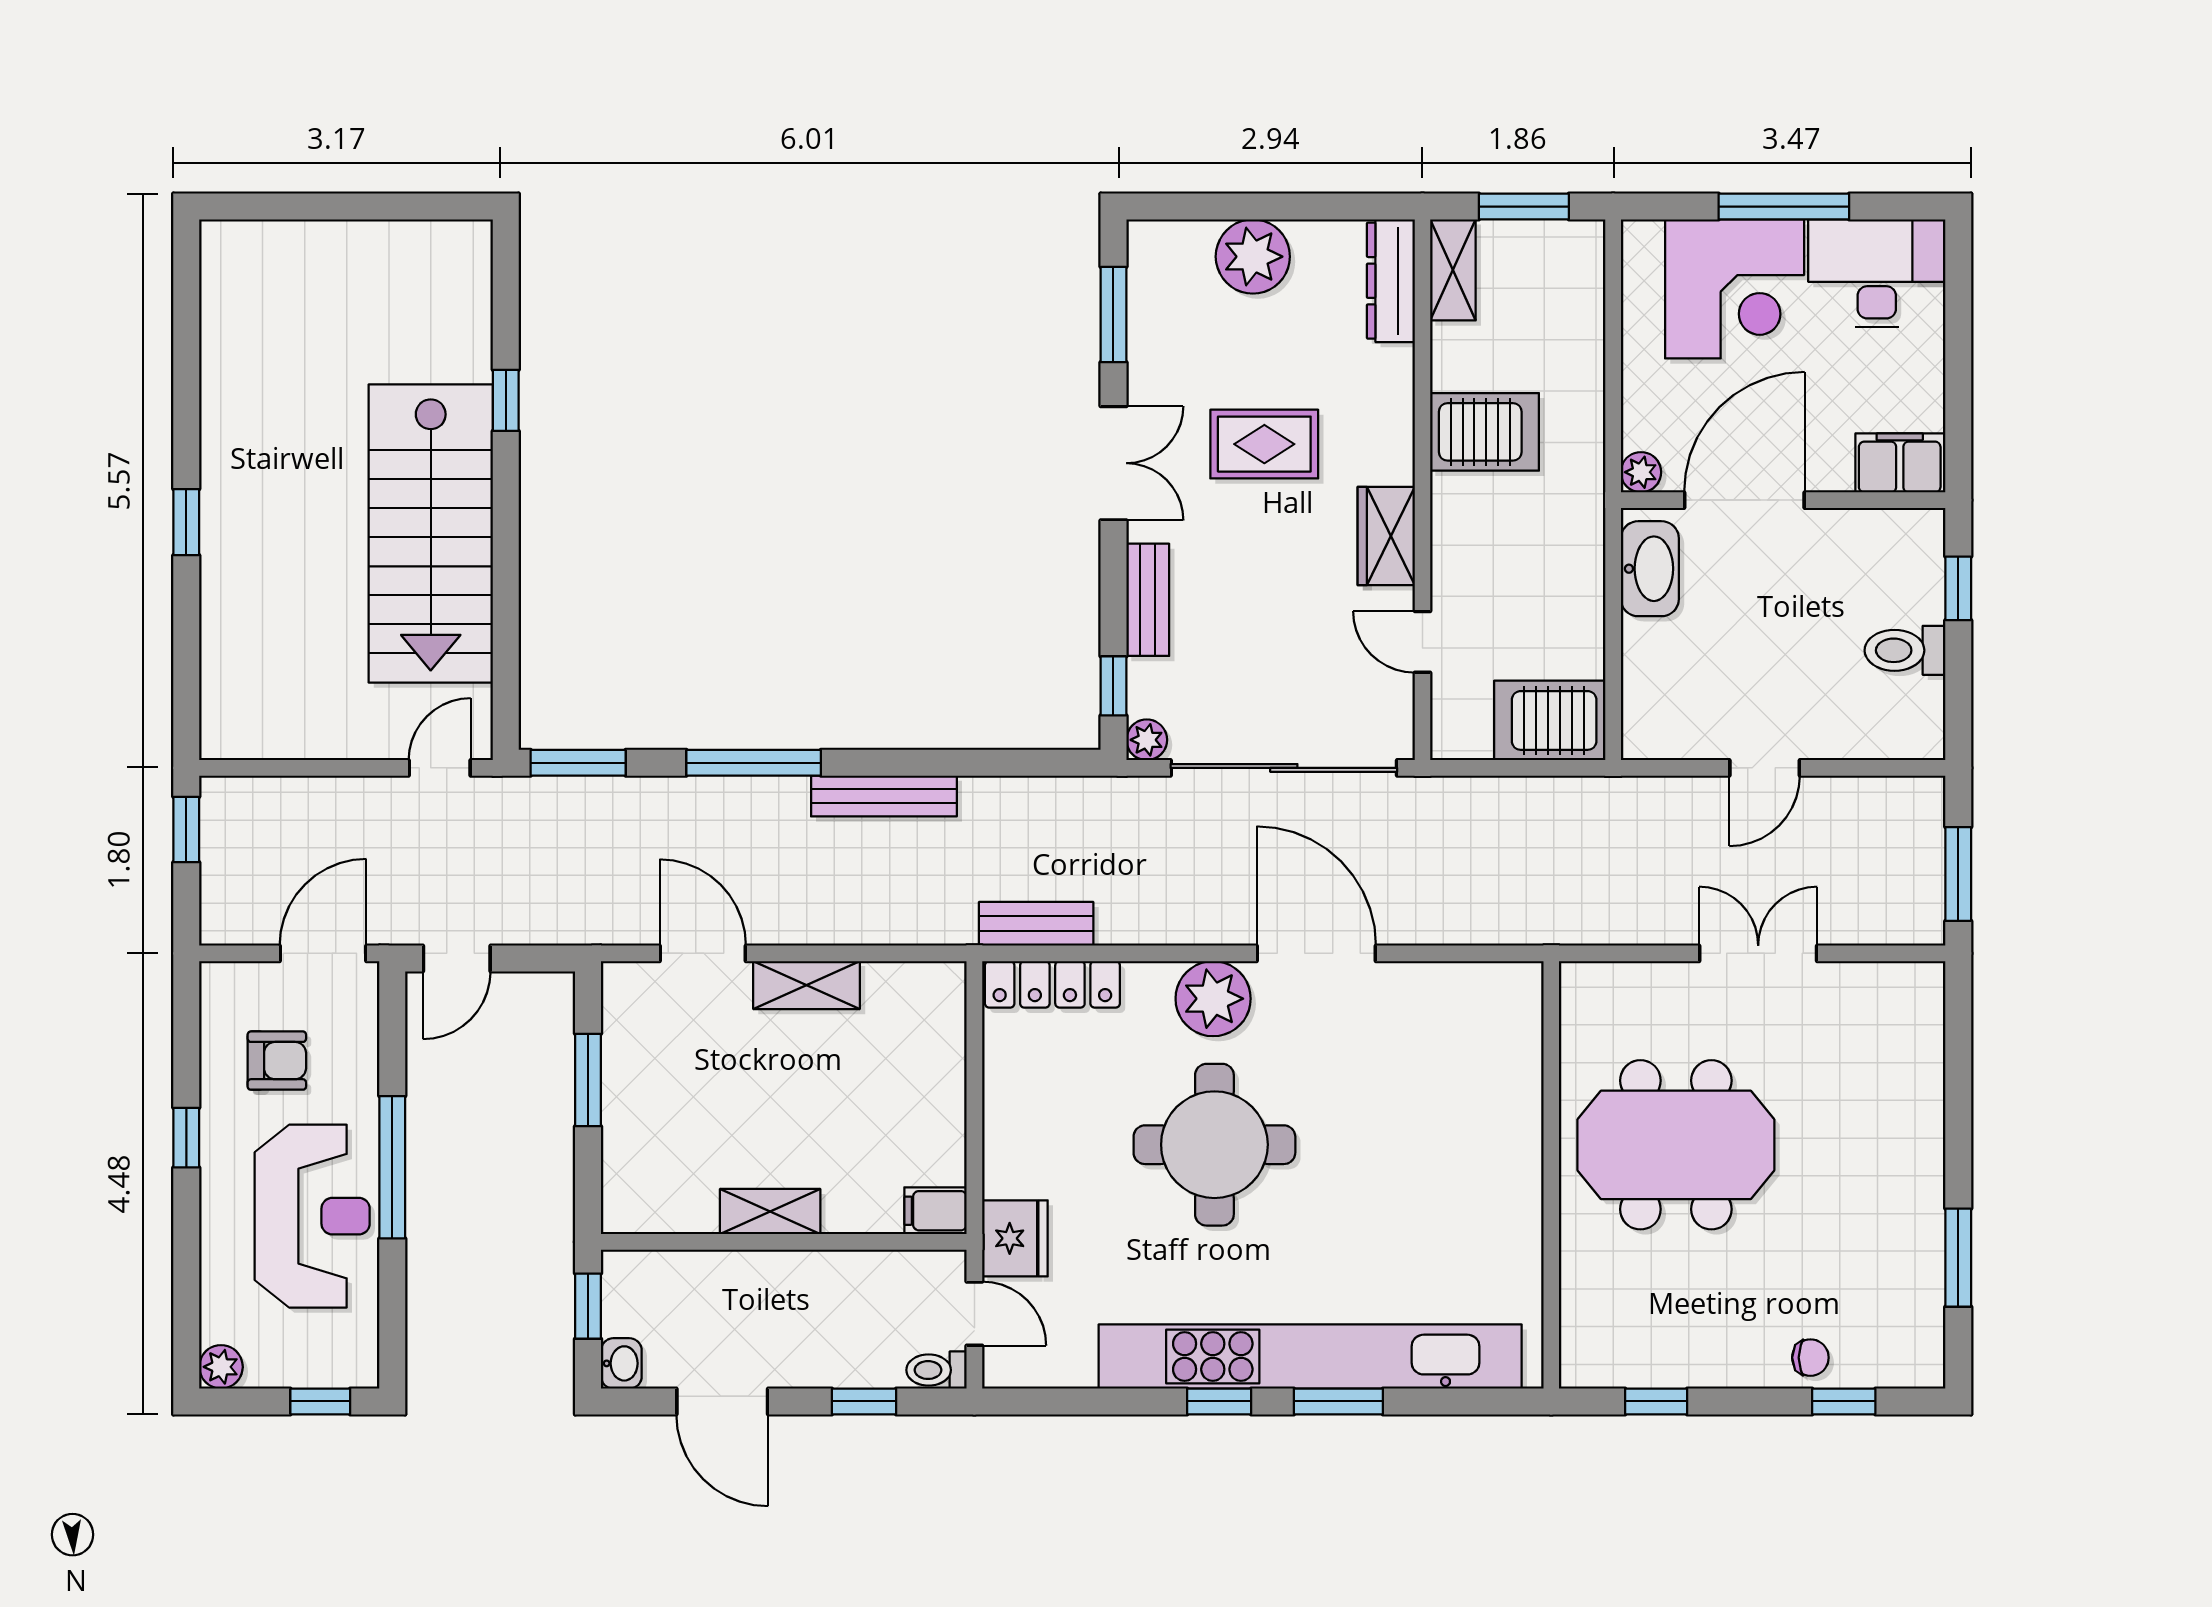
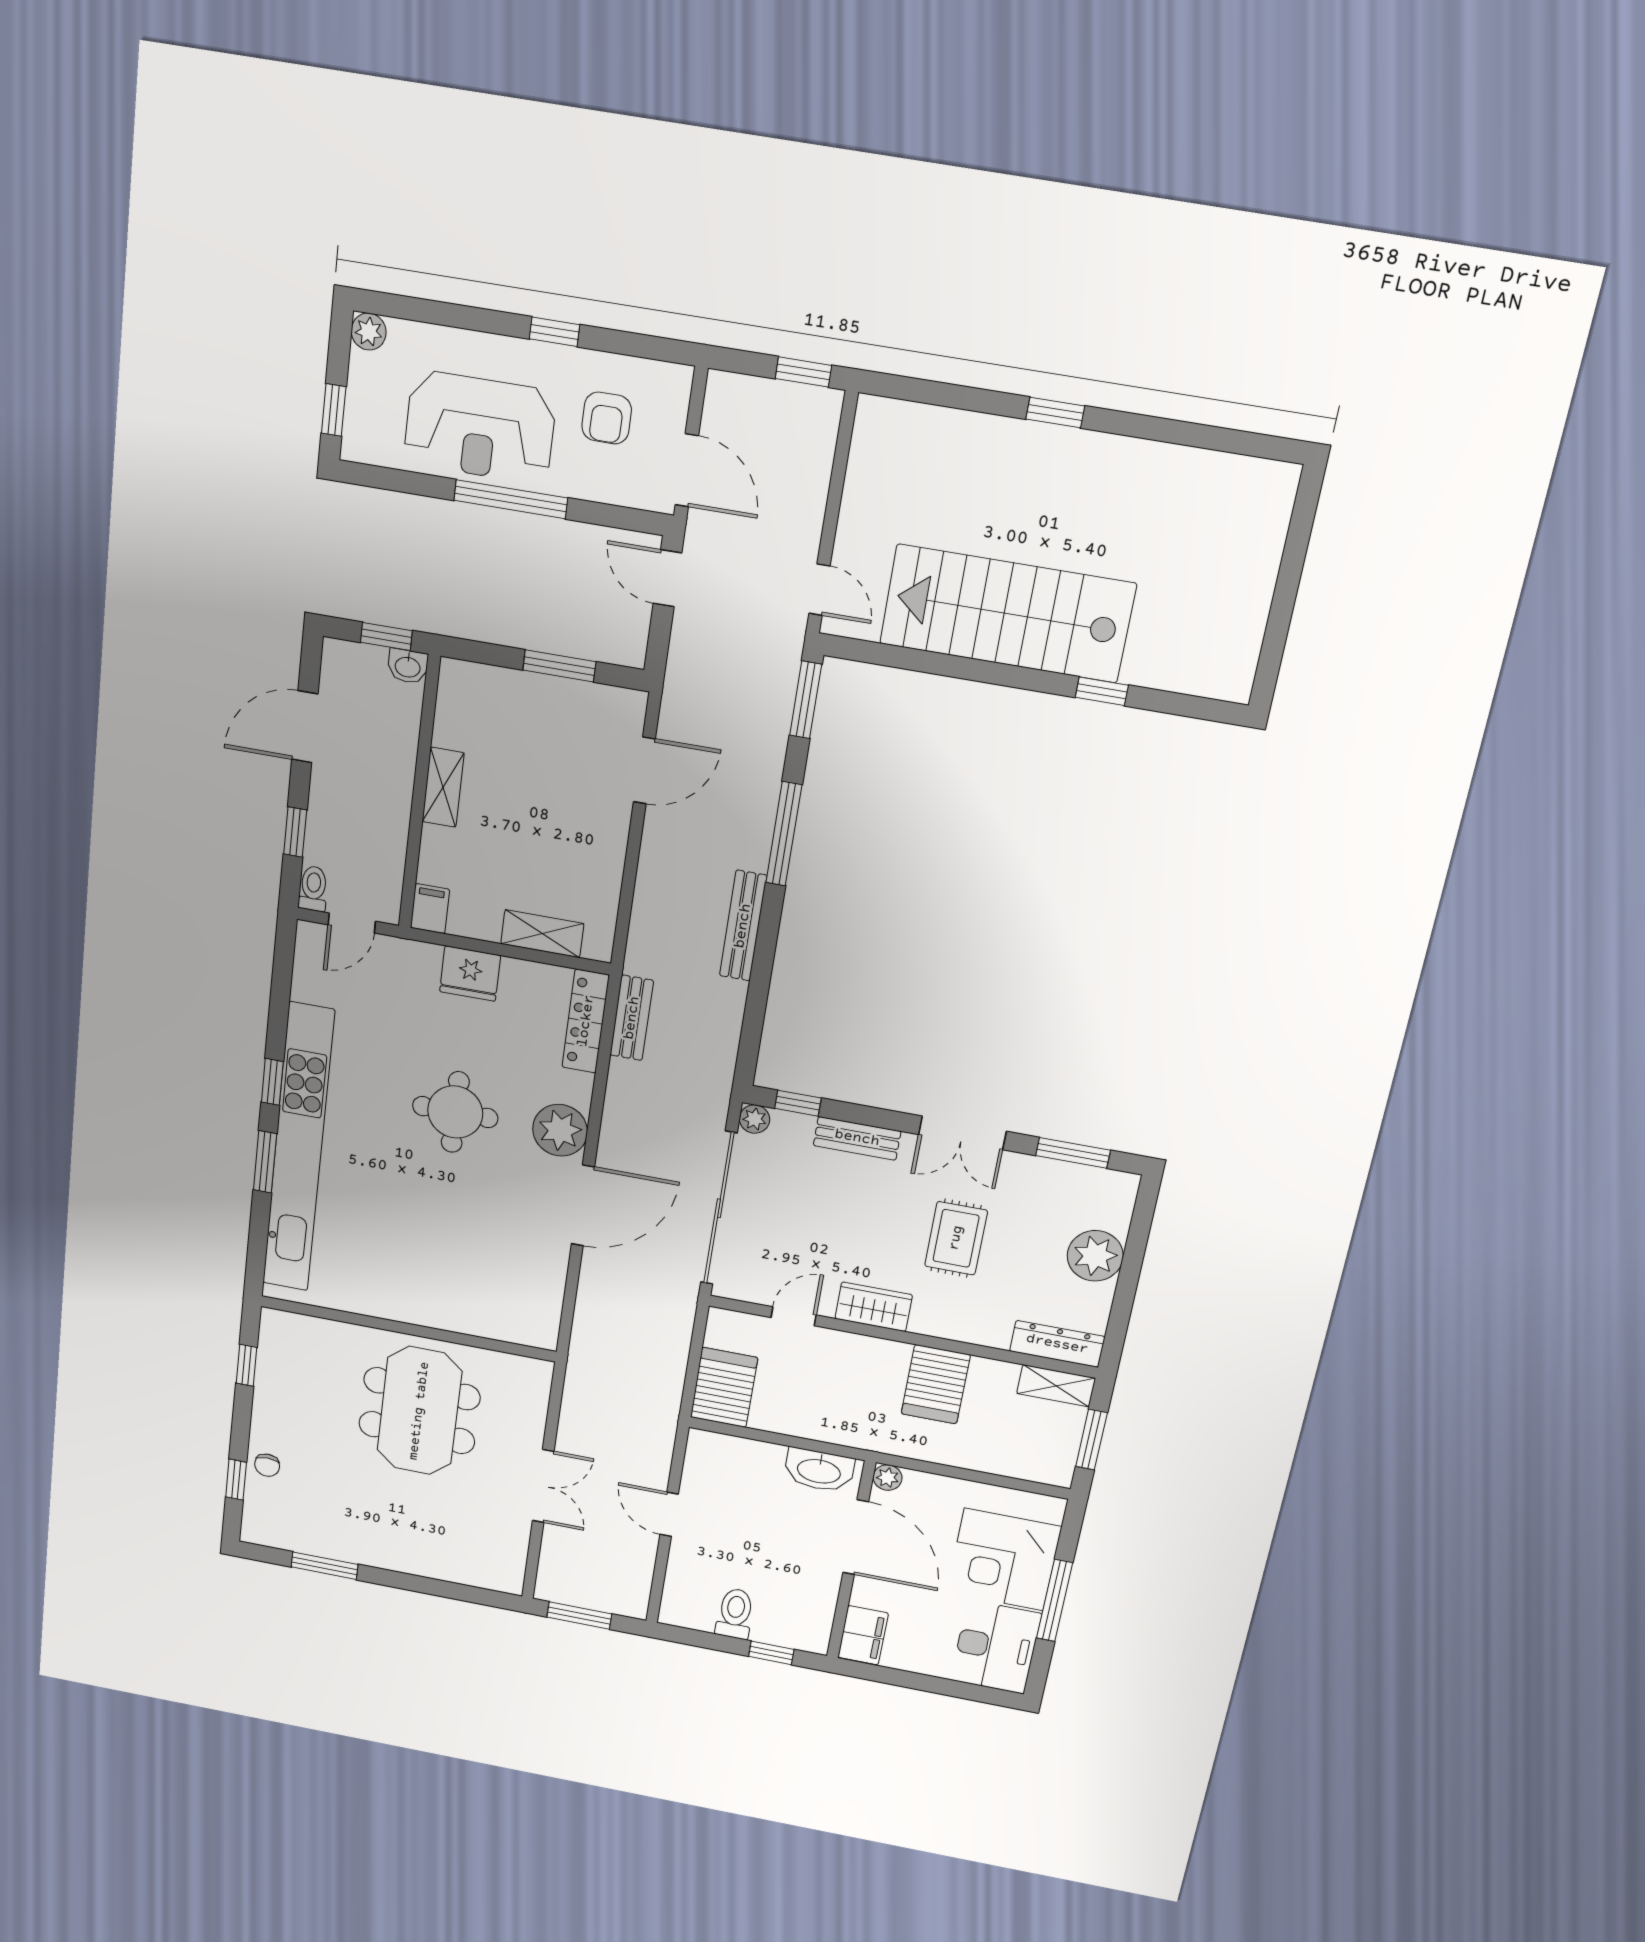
shelving: (807, 985) -> (542, 934), moved, turned 90
round table: (1214, 1145) -> (455, 1112), width x0.73, depth x0.73
fridge: (1015, 1238) -> (470, 974), moved
washbasin: (621, 1363) -> (408, 666), moved

